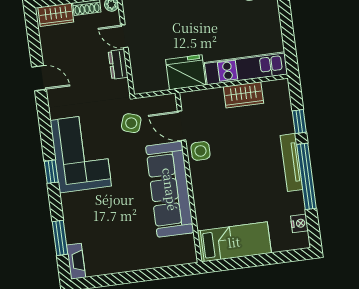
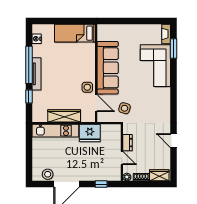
wardrobe: (243, 95) -> (64, 116), width x1.50
corner sofa: (81, 153) -> (155, 66), moved
window: (51, 172) -> (173, 87), removed

